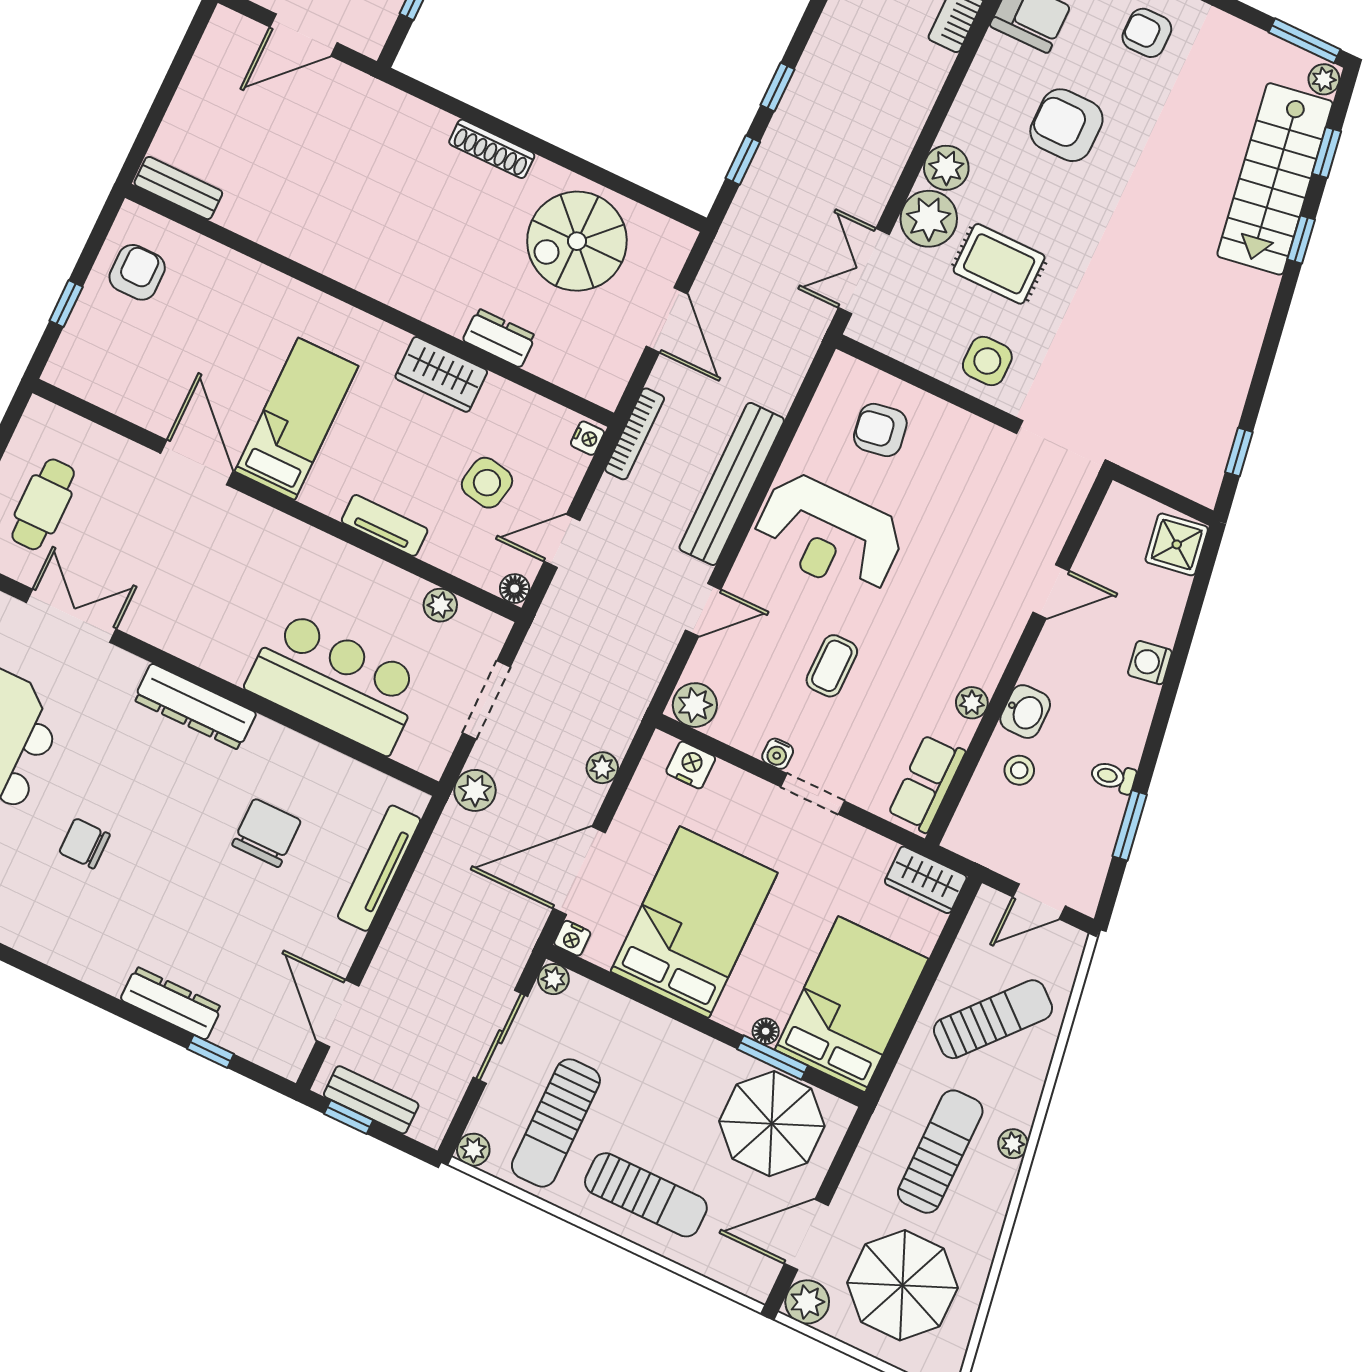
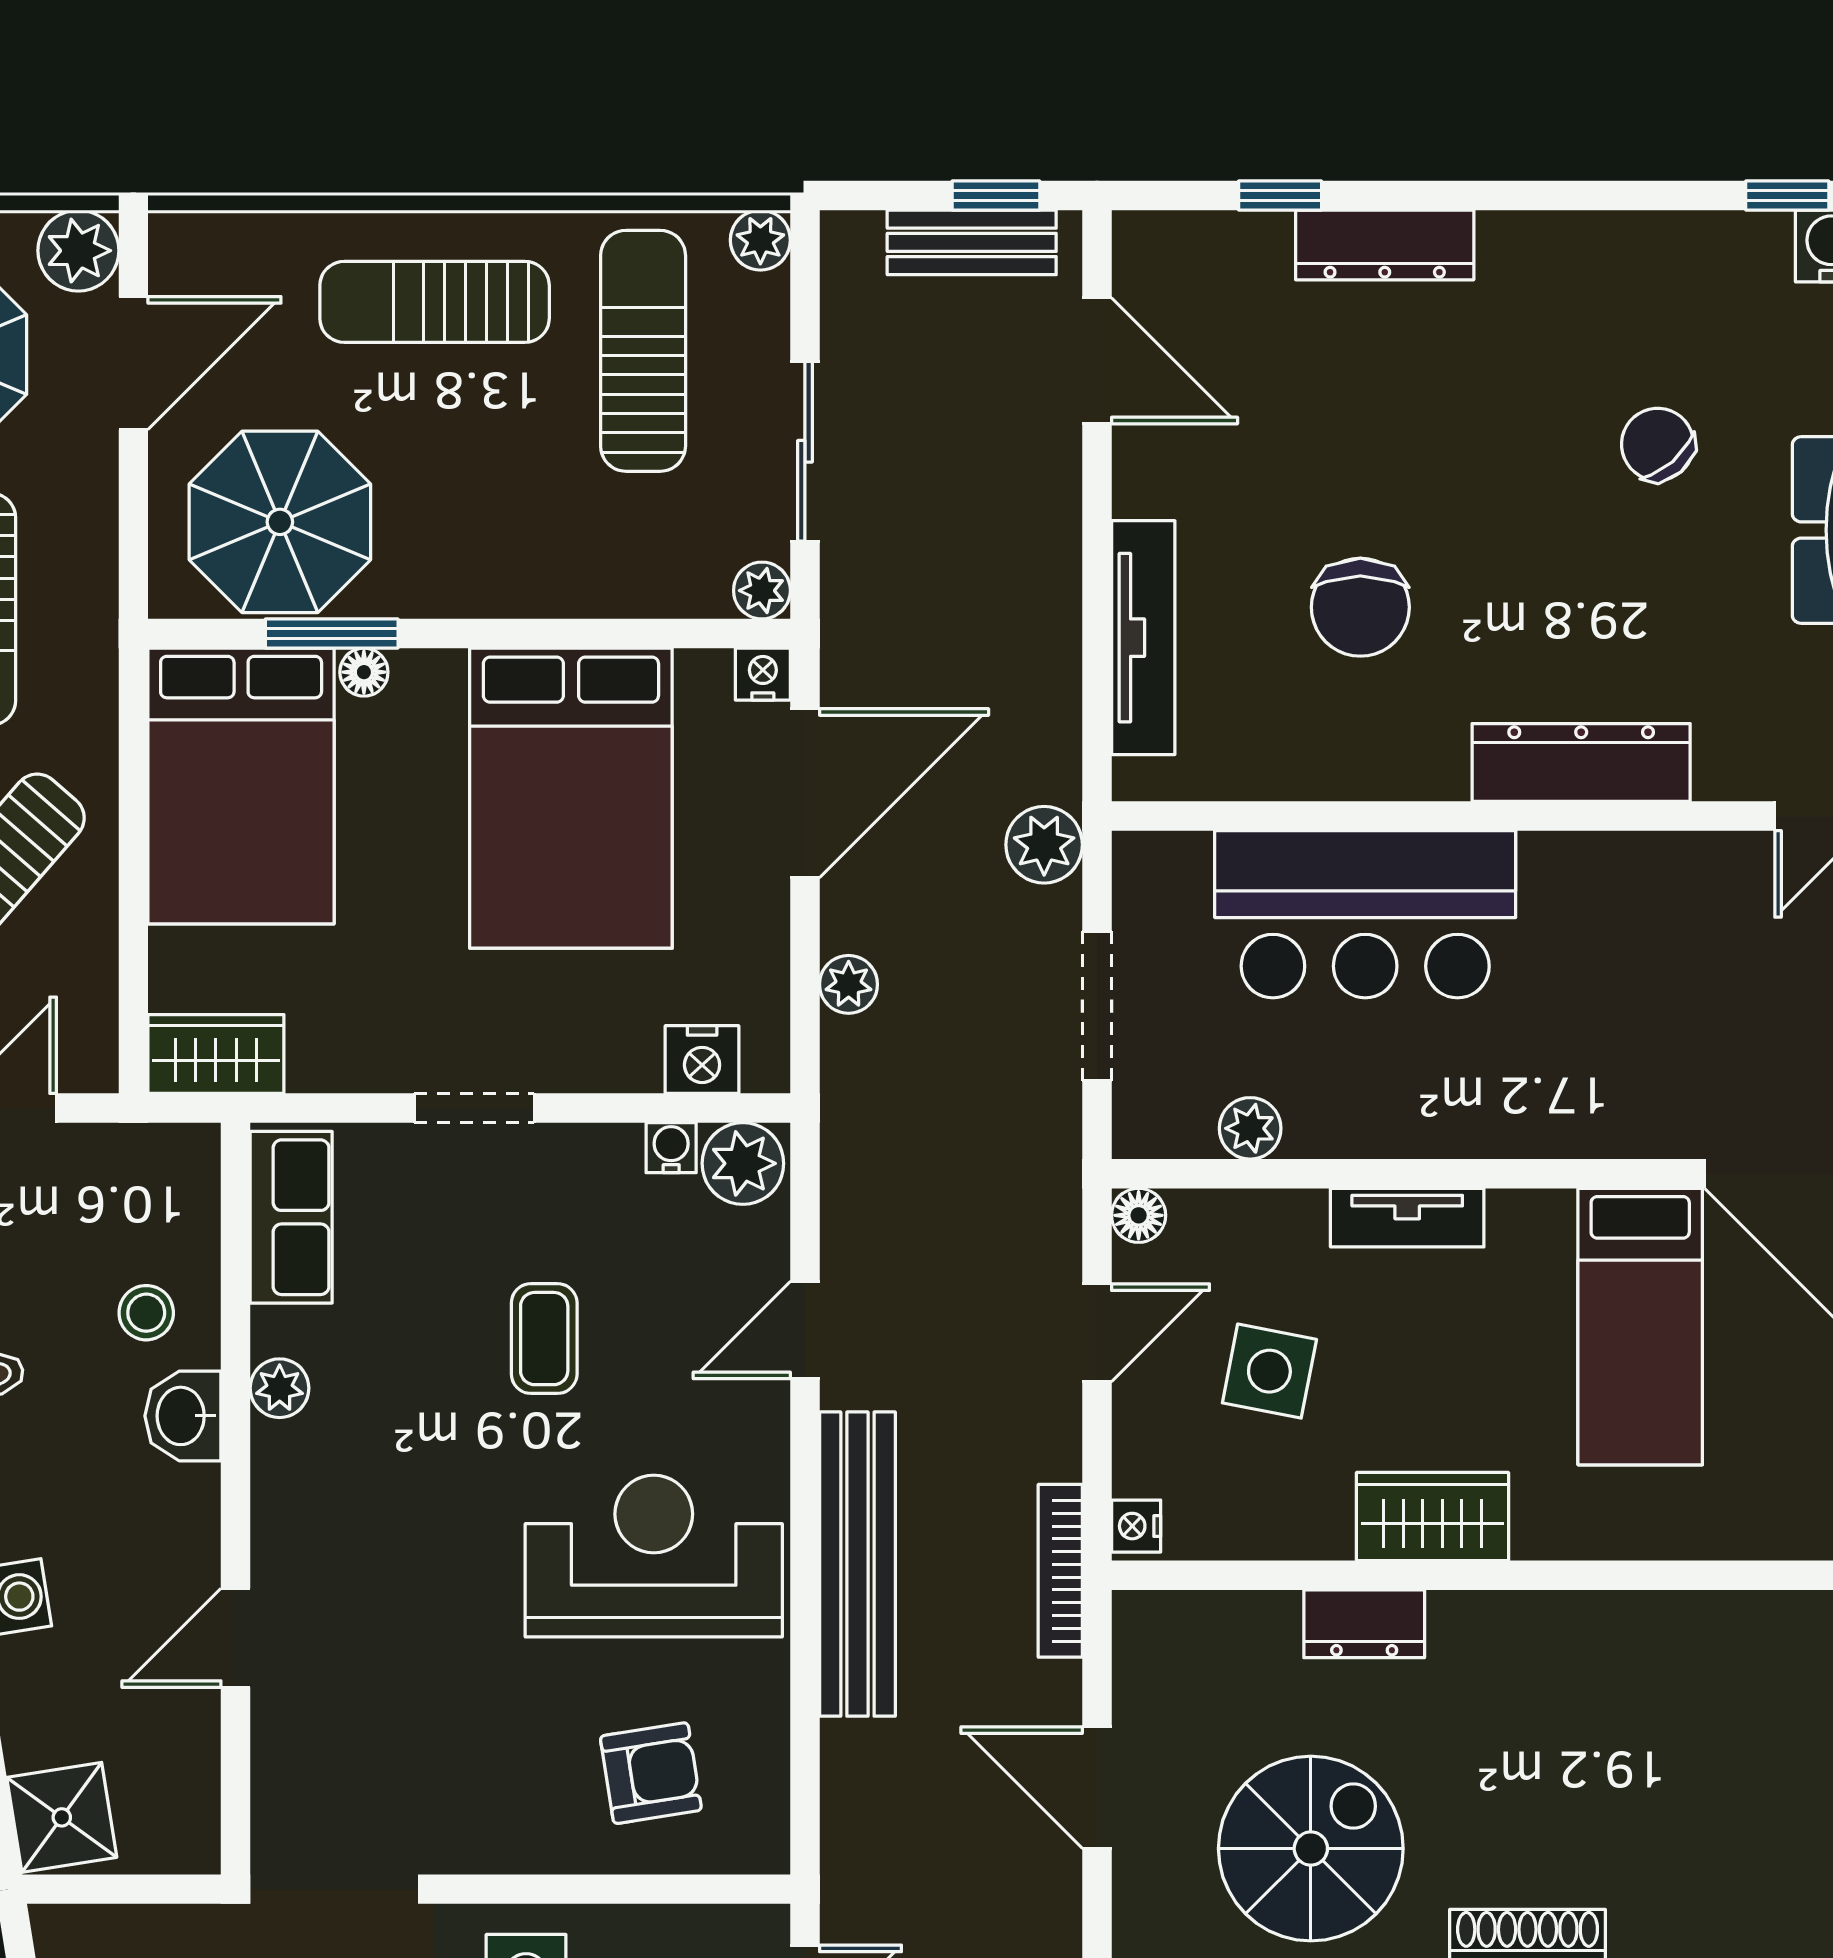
water cooler: (778, 754) -> (671, 1148), moved
chair: (85, 843) -> (1658, 444), turned -131

